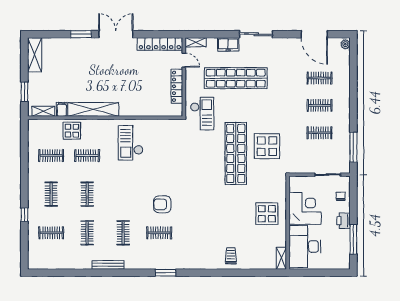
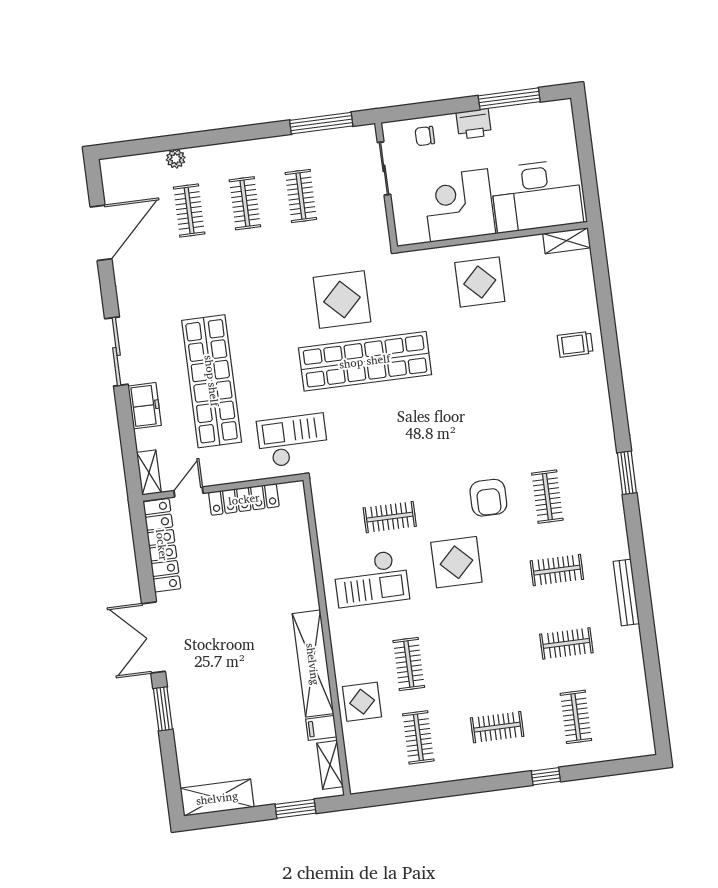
plant: (345, 44) -> (176, 159), moved
display table: (133, 185) -> (456, 562), added
clothes rail: (87, 194) -> (390, 517), moved

